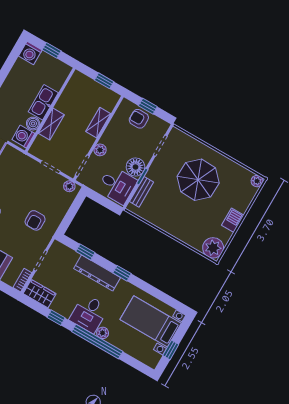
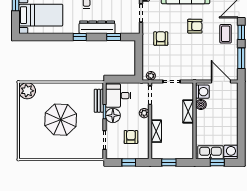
kitchen sink: (43, 102) -> (210, 152), moved, turned -90
armchair: (139, 119) -> (131, 137), moved, turned -90
parasol: (198, 180) -> (61, 120), moved
plant: (257, 181) -> (24, 154), removed
barbecue: (233, 220) -> (25, 118), removed

